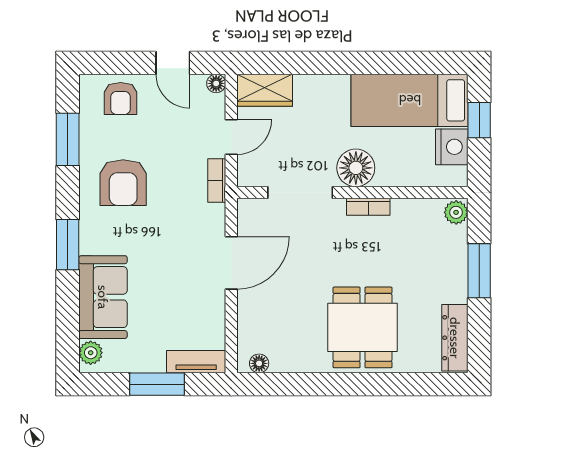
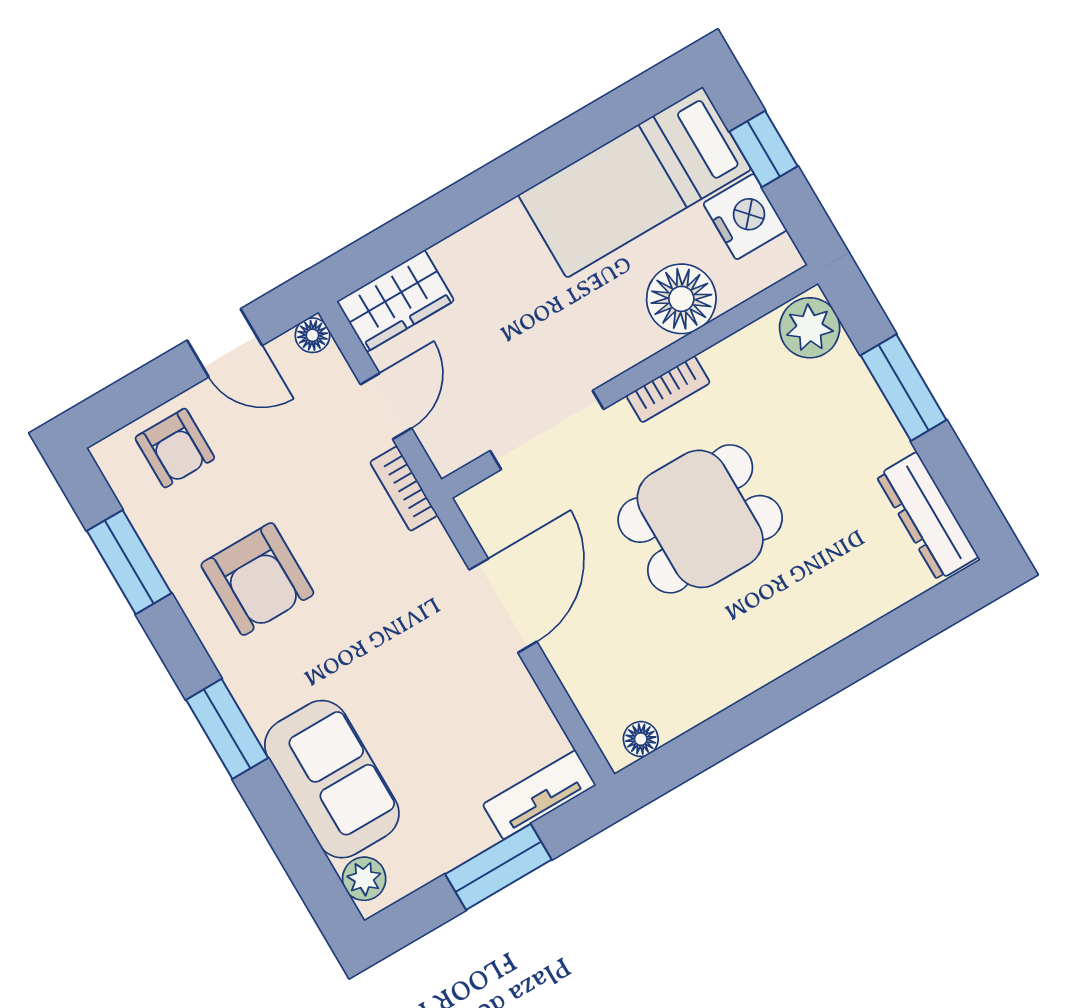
floor lamp: (356, 168) -> (681, 299), moved
plant: (456, 212) -> (810, 328), width x1.38, depth x1.38
dining table: (363, 327) -> (700, 519), moved, turned 90

